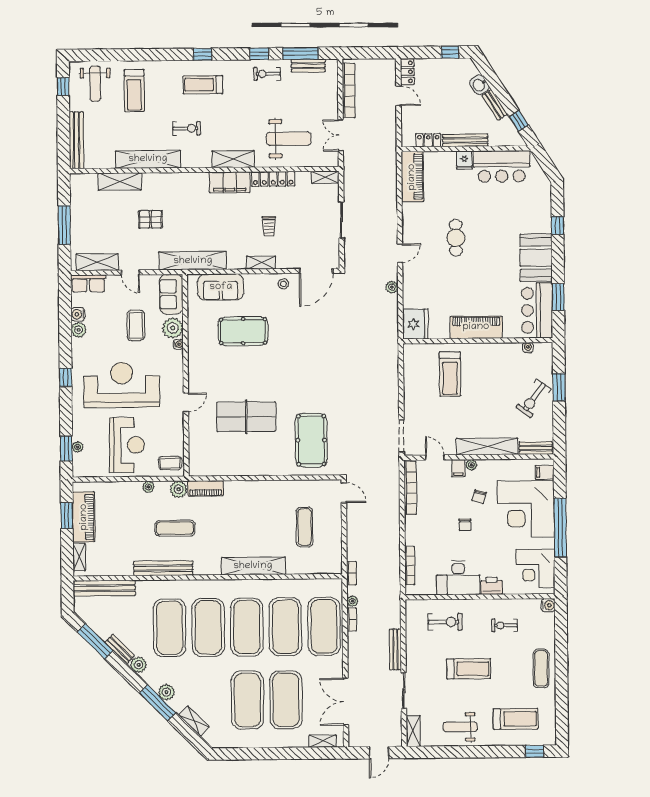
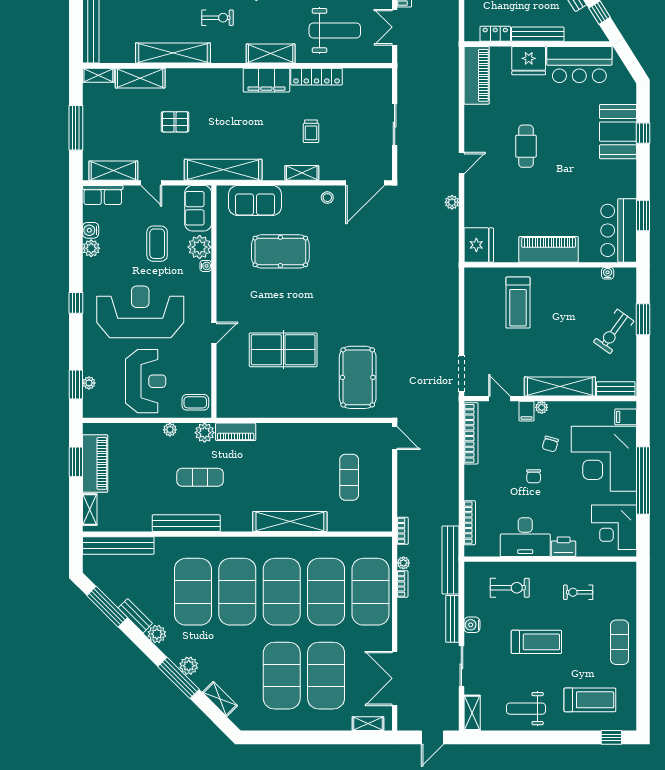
fridge: (464, 160) -> (529, 61), width x1.88, depth x1.34
shelving: (325, 177) -> (98, 75), moved
booth: (536, 258) -> (618, 132), moved
bench: (393, 598) -> (451, 560), added
water cooler: (548, 605) -> (472, 625), moved, turned 180

